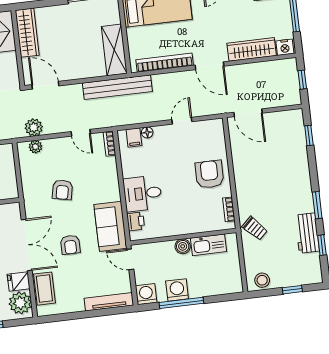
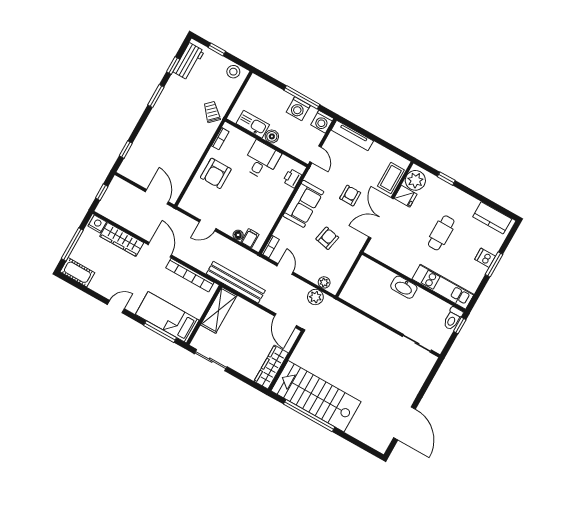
desk: (143, 193) -> (261, 160), moved, turned -90
sofa: (110, 226) -> (303, 204), moved
workbench: (307, 233) -> (189, 61), moved

